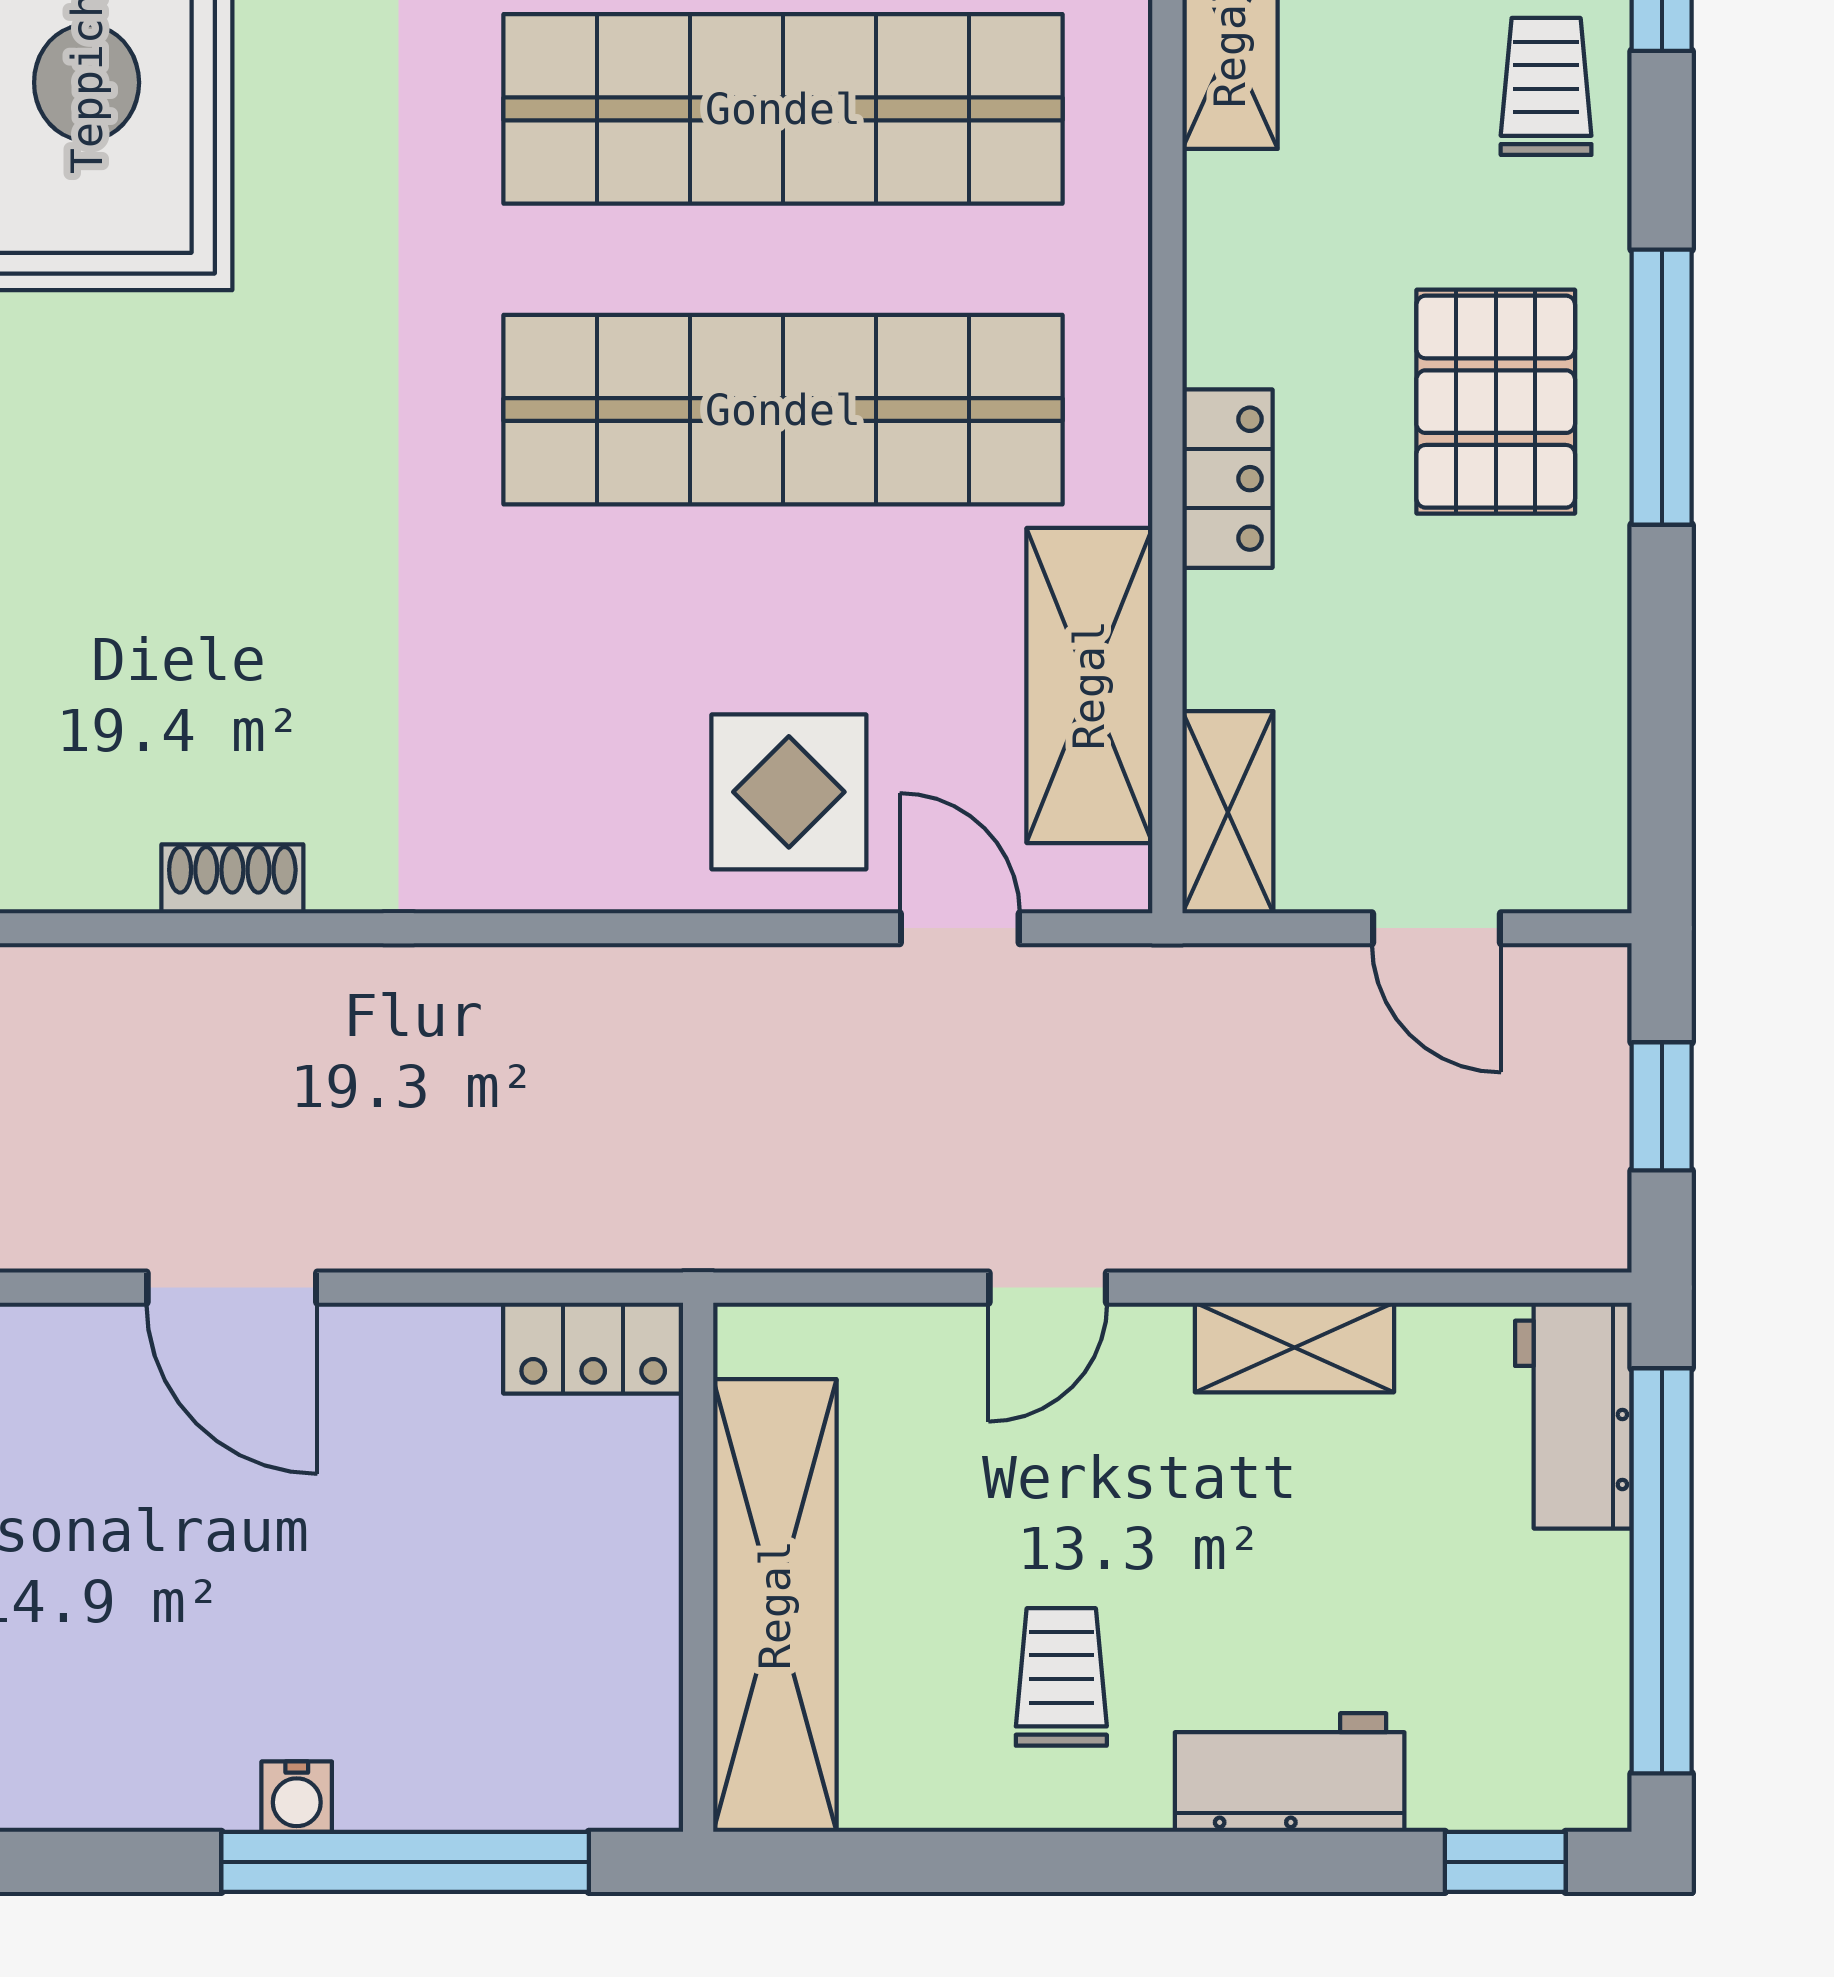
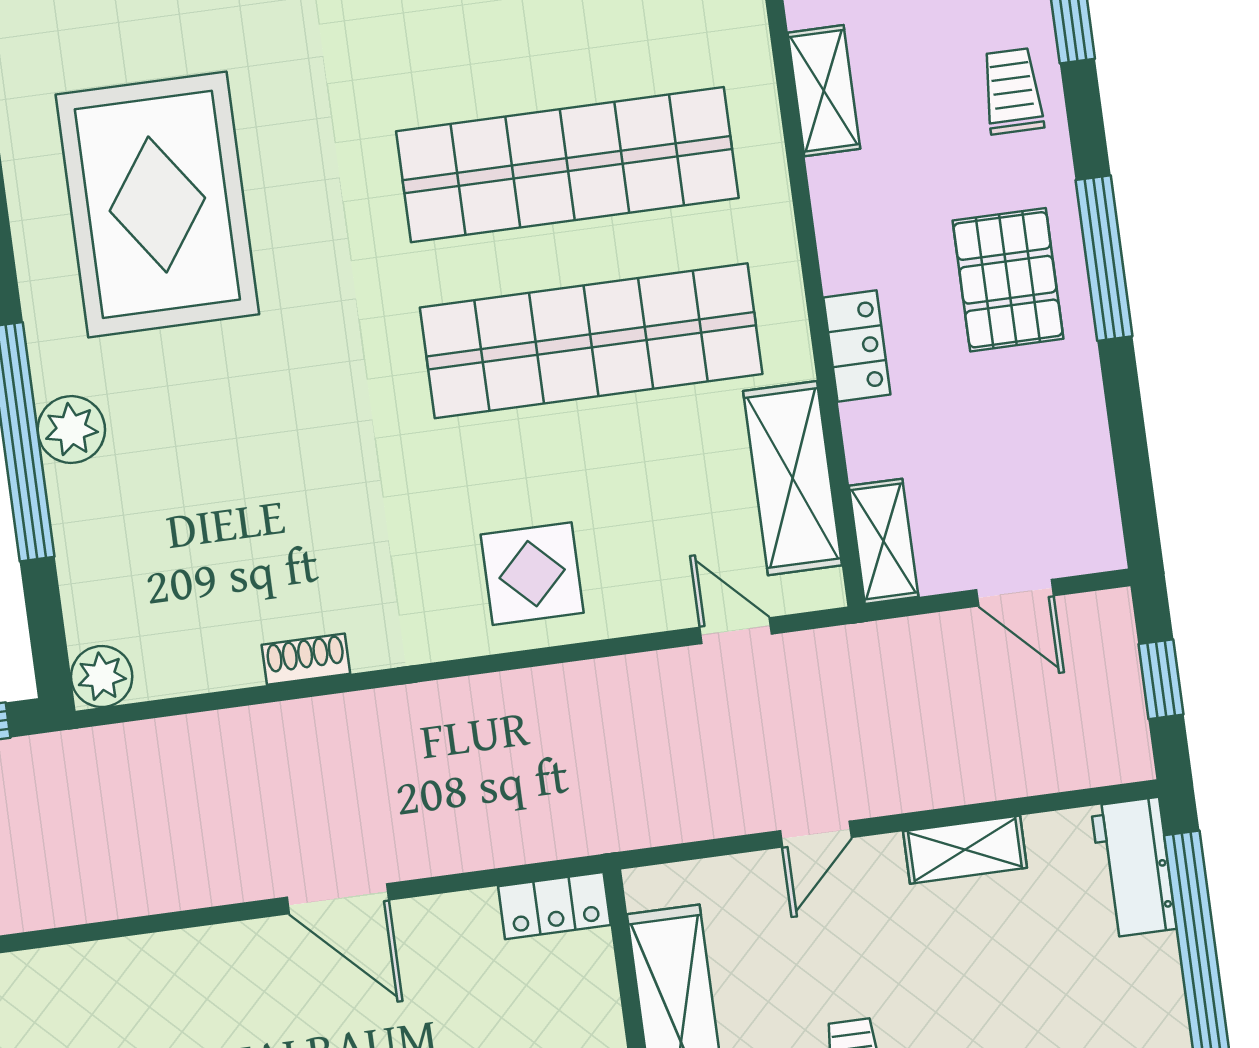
display table: (789, 792) -> (532, 574), moved

